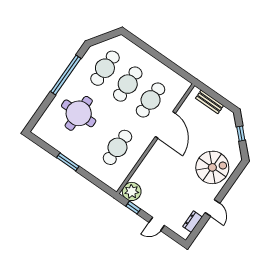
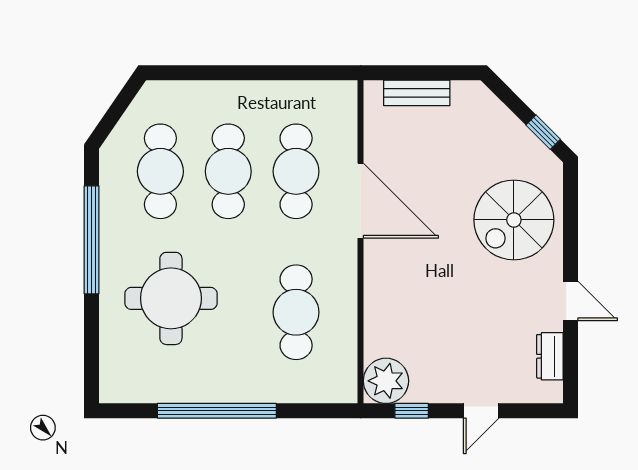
window: (241, 134) -> (543, 132), moved
window: (68, 162) -> (217, 411), width x2.11
spiral stairs: (212, 167) -> (514, 220), turned 180

